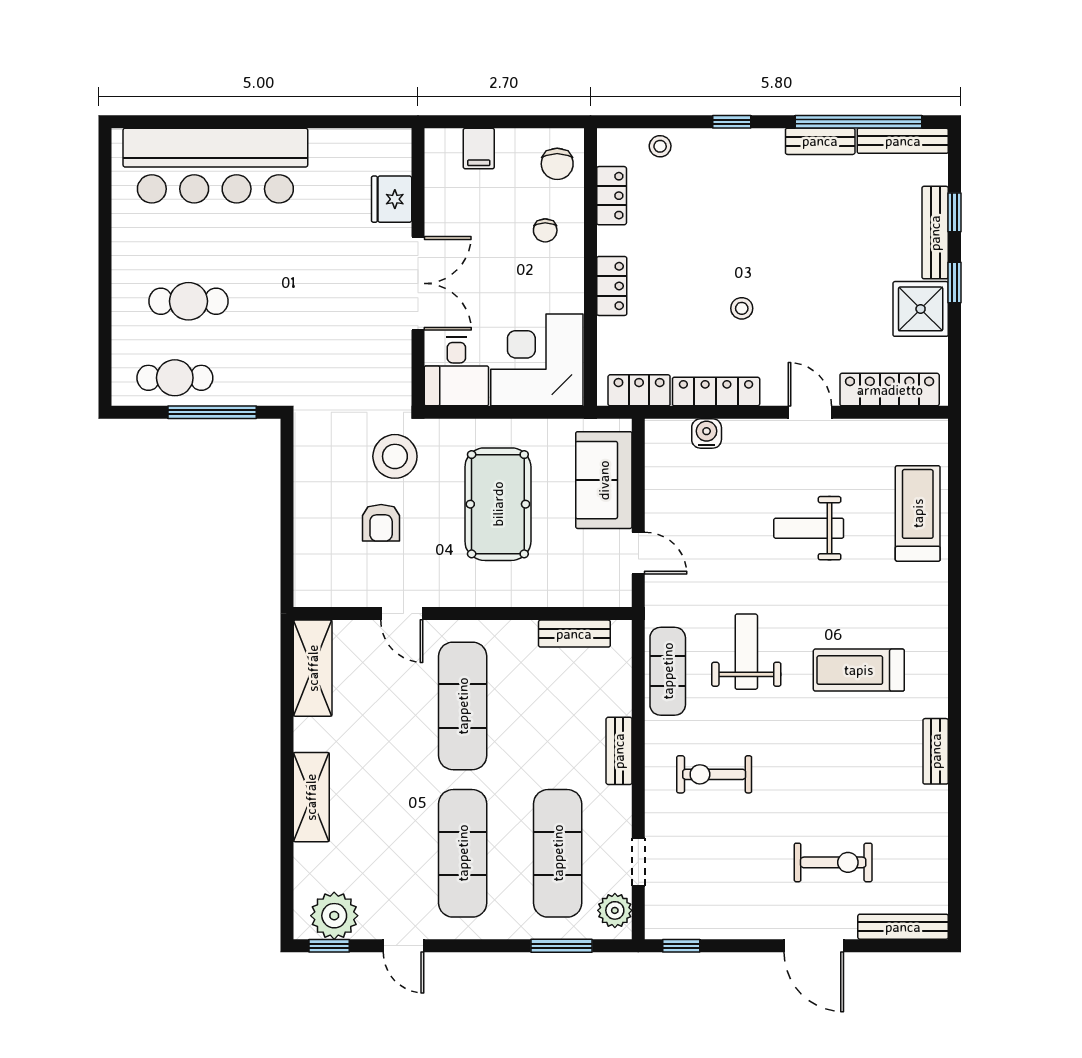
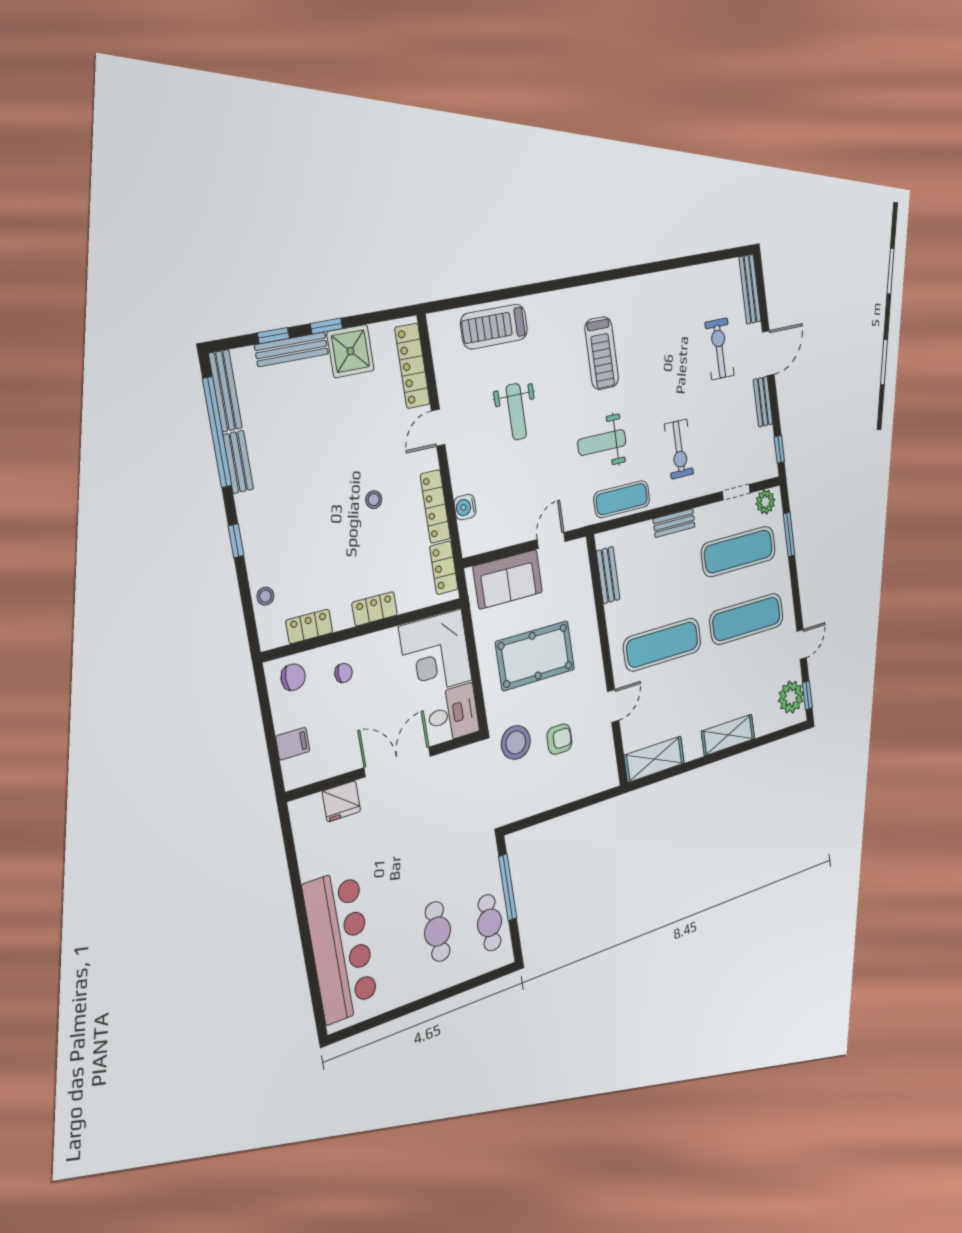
bench: (936, 751) -> (763, 402), moved, turned 90

